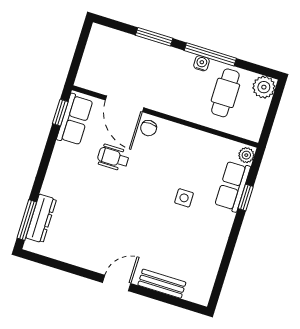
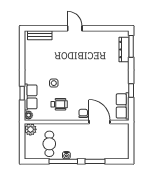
plant: (264, 87) -> (30, 129), moved
window: (60, 113) -> (131, 90), moved
wheelchair: (113, 158) -> (59, 104), moved
door: (117, 283) -> (75, 28), swing flipped
bench: (162, 284) -> (40, 35), moved

